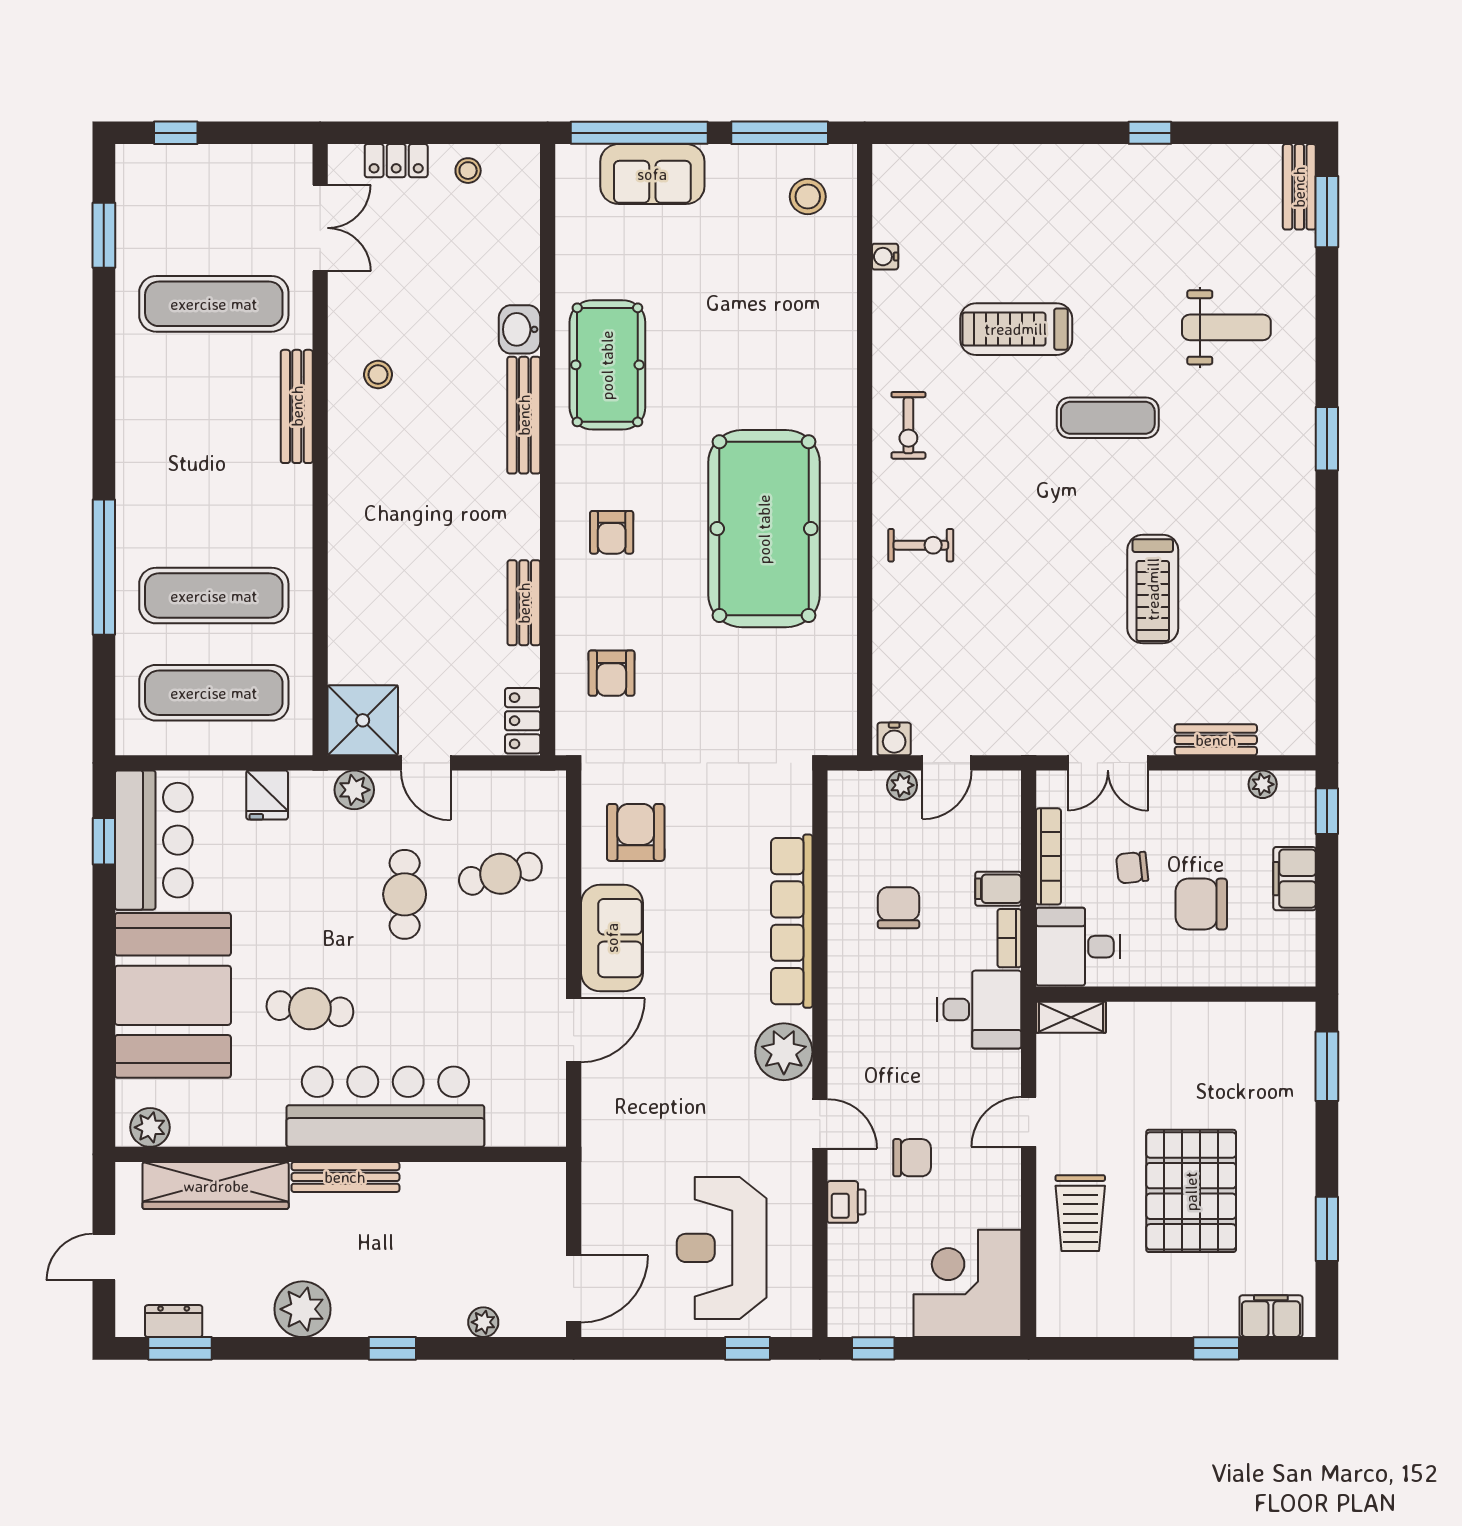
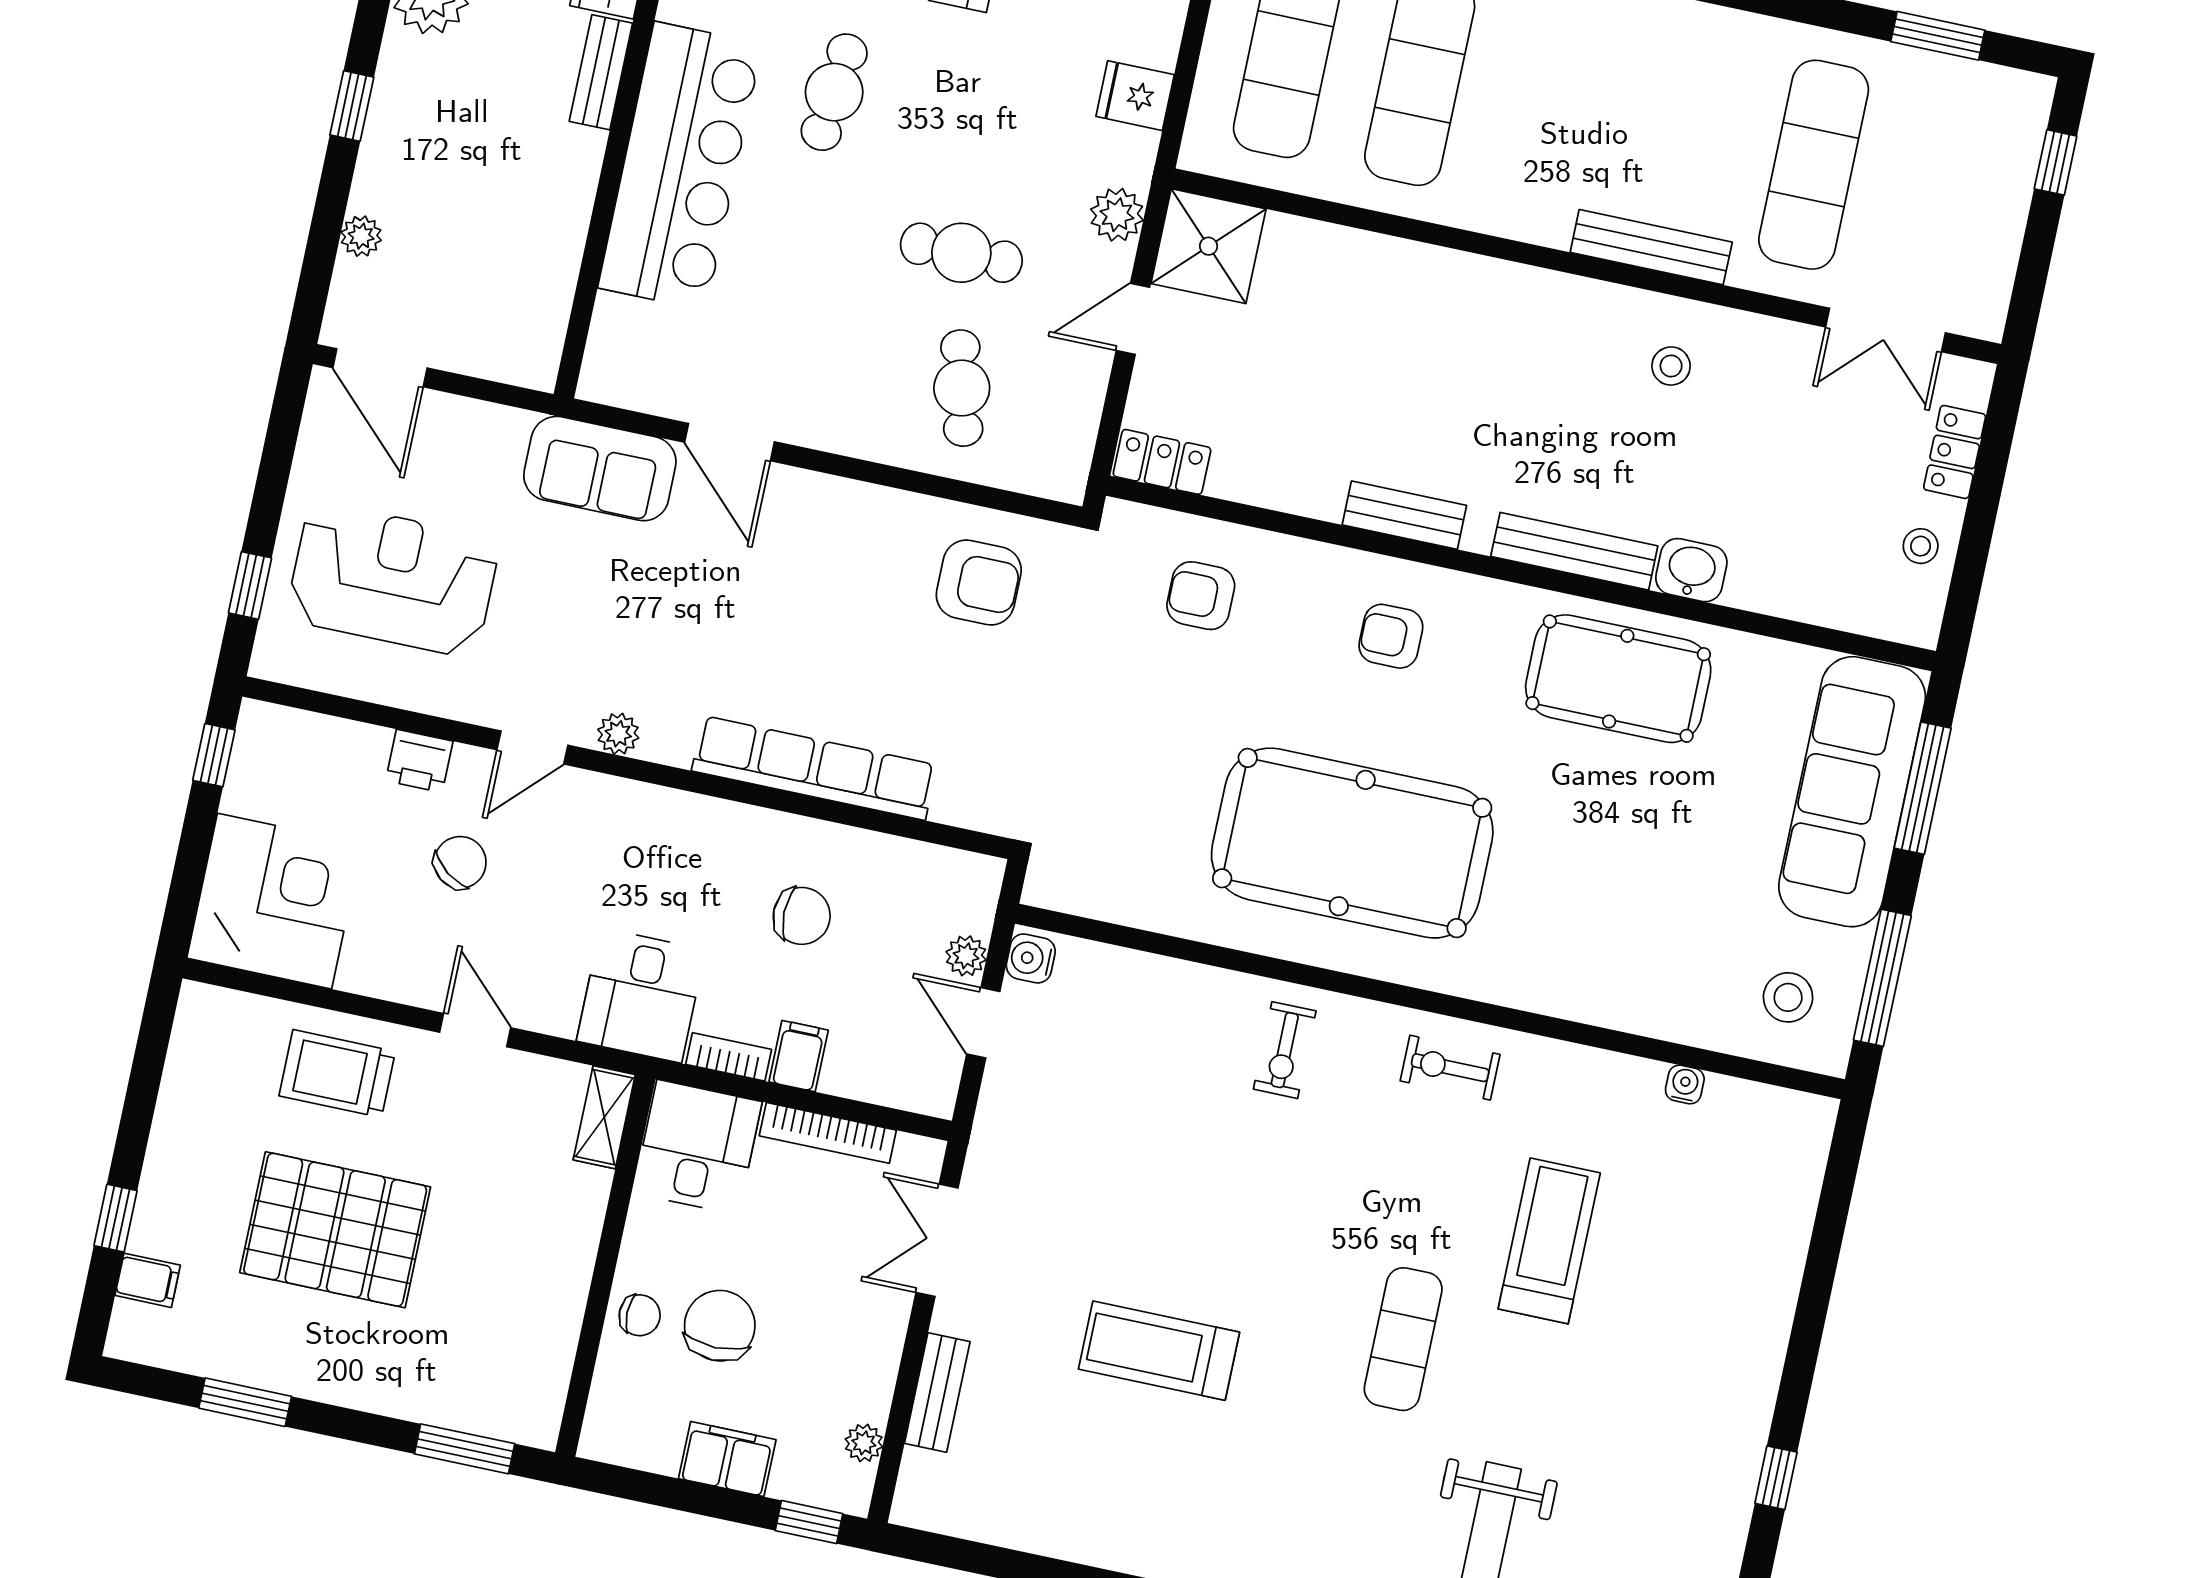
window: (639, 133) -> (1923, 788), width x0.68
sofa: (652, 174) -> (1852, 792), width x1.85, depth x1.27
bench: (524, 603) -> (1404, 515), moved
chair: (1132, 868) -> (640, 1315), moved, turned 96
sofa: (612, 938) -> (600, 469), moved
plant: (784, 1052) -> (618, 734), width x0.53, depth x0.53
chair: (912, 1158) -> (460, 862), turned -143
bench: (345, 1177) -> (601, 72), width x0.73
filing cabinet: (1271, 1316) -> (148, 1280), width x0.50

